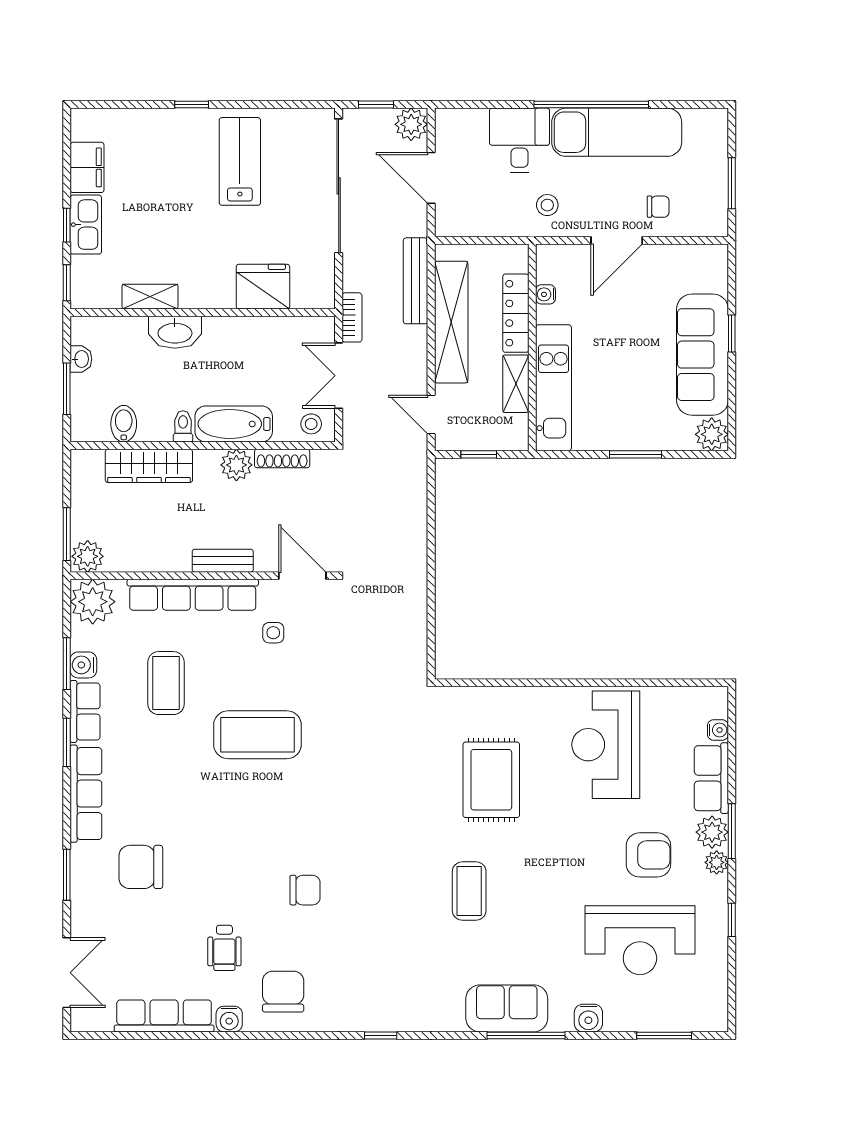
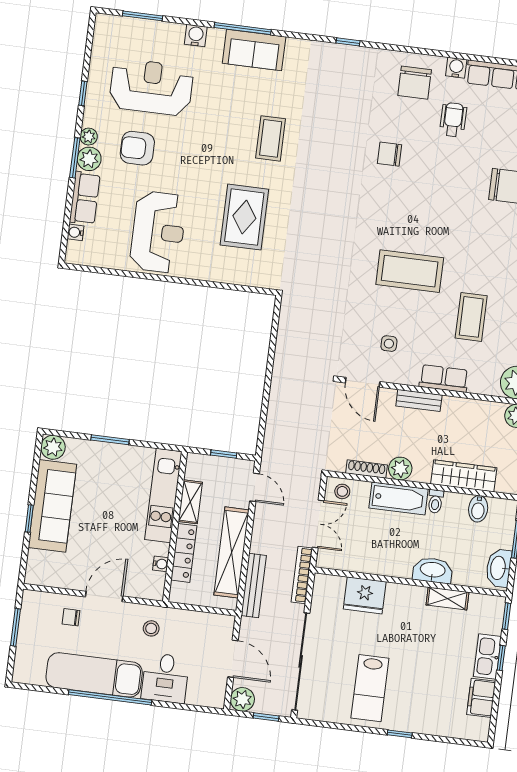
bookcase: (352, 317) -> (302, 575), width x1.56
washbasin: (81, 359) -> (499, 568), width x1.91, depth x1.45
row of seats: (193, 595) -> (444, 378), width x0.50

